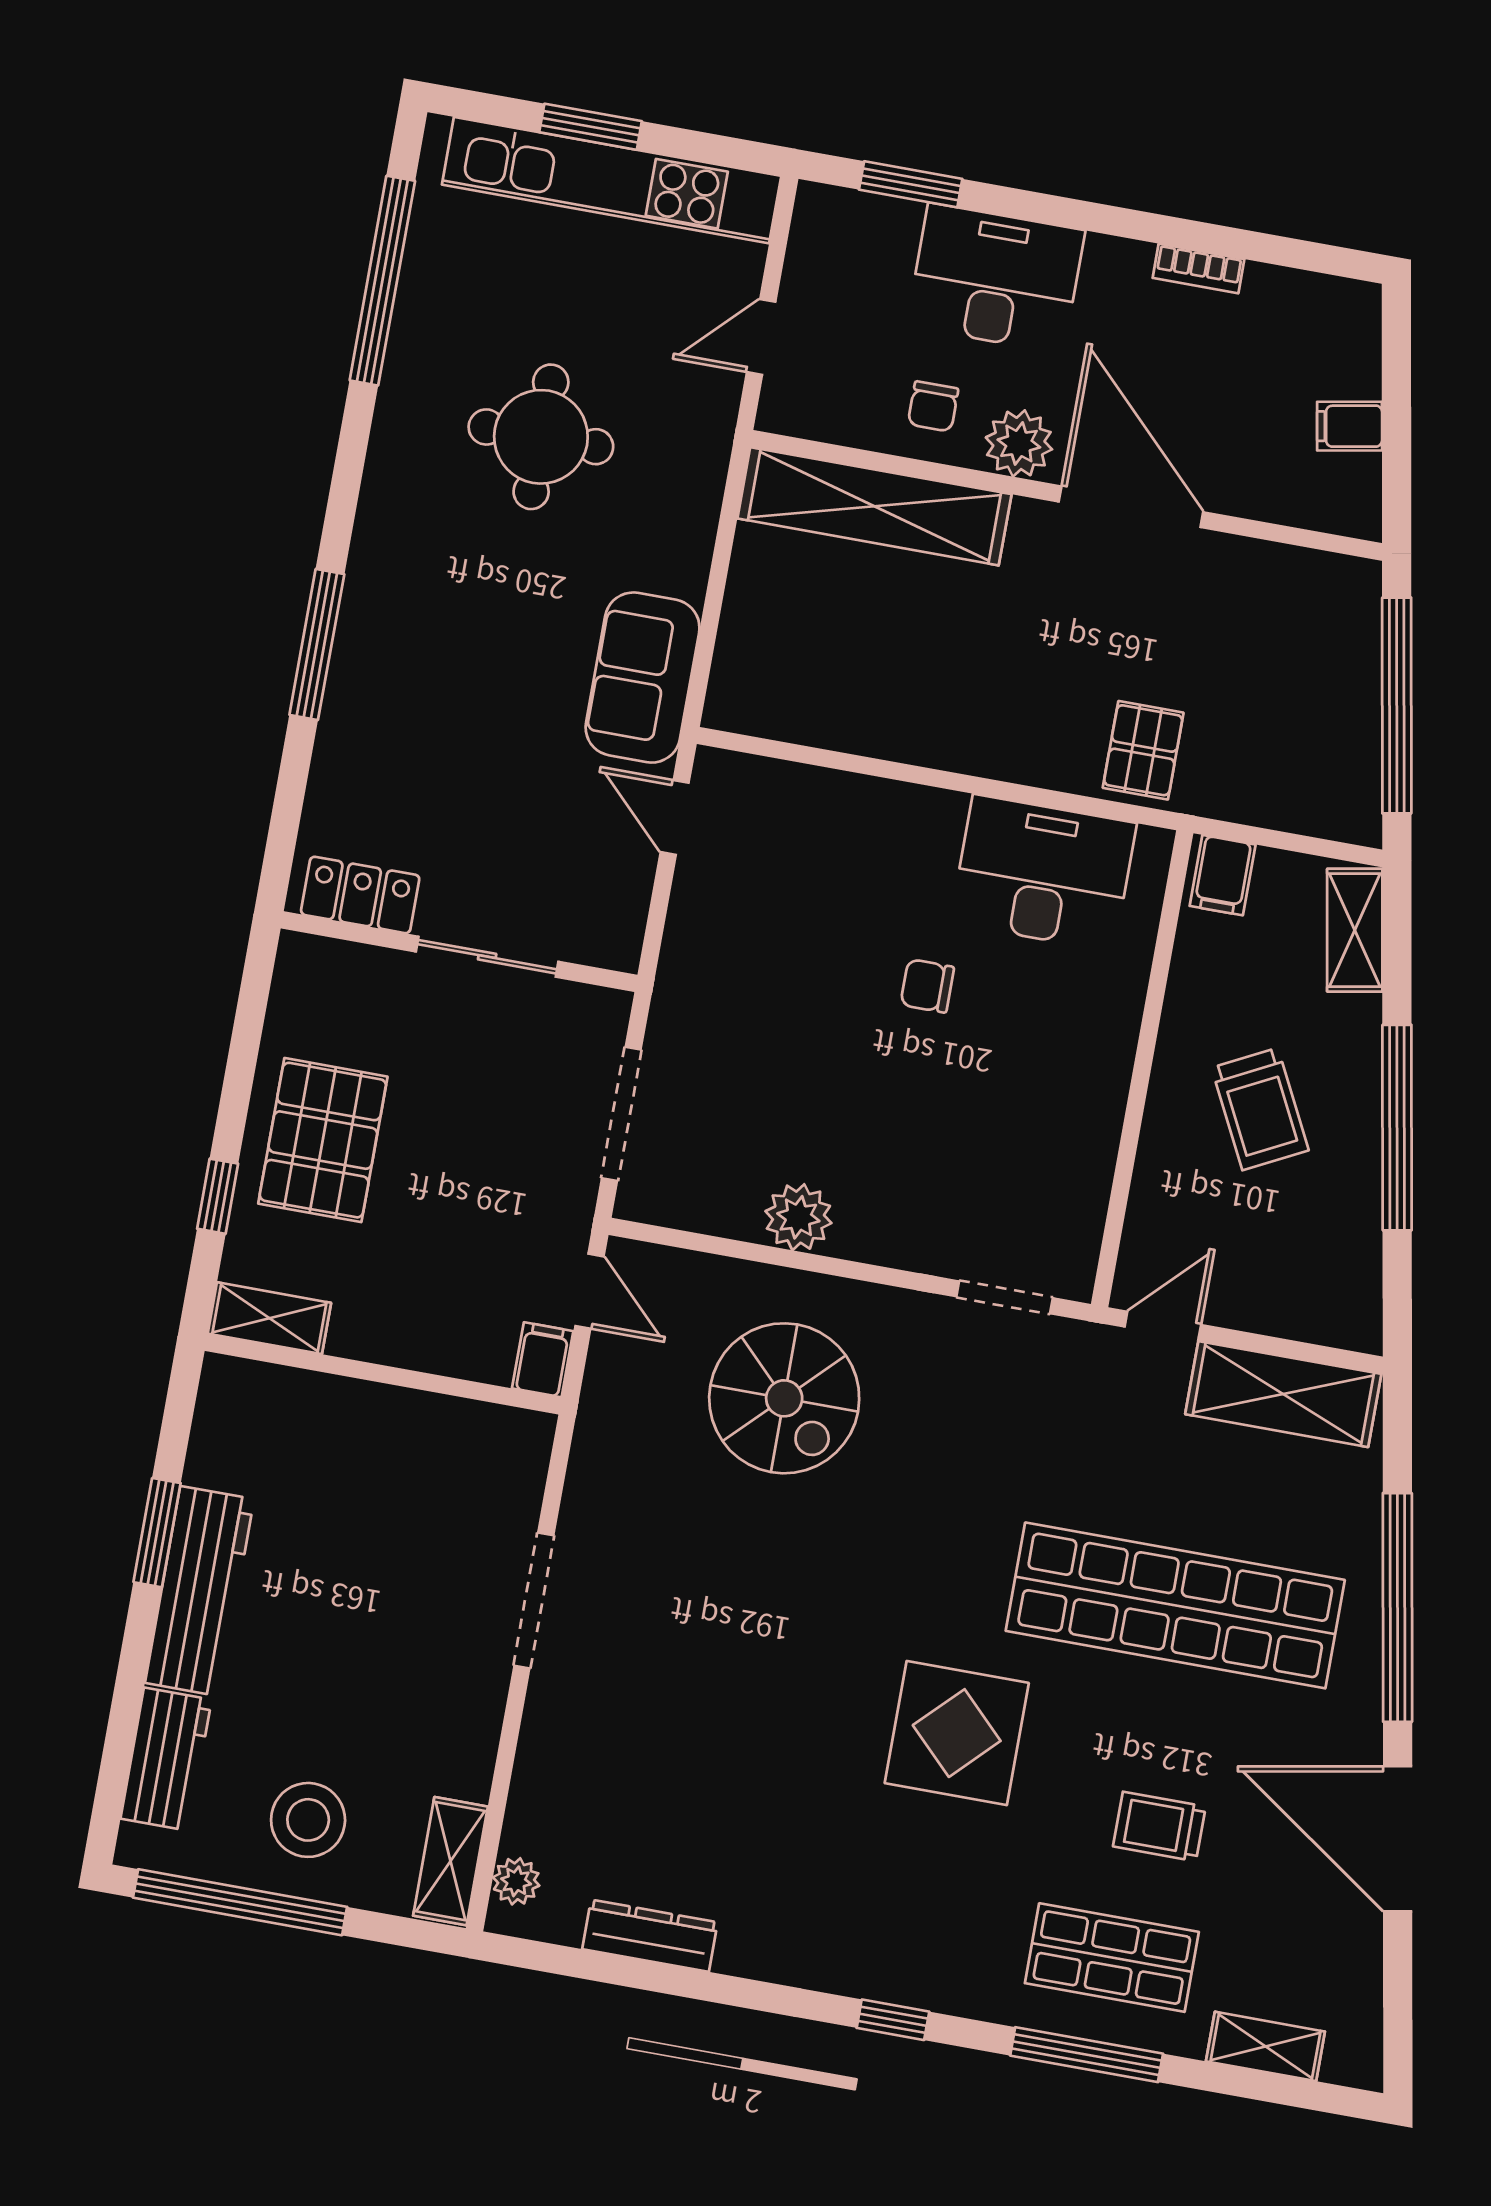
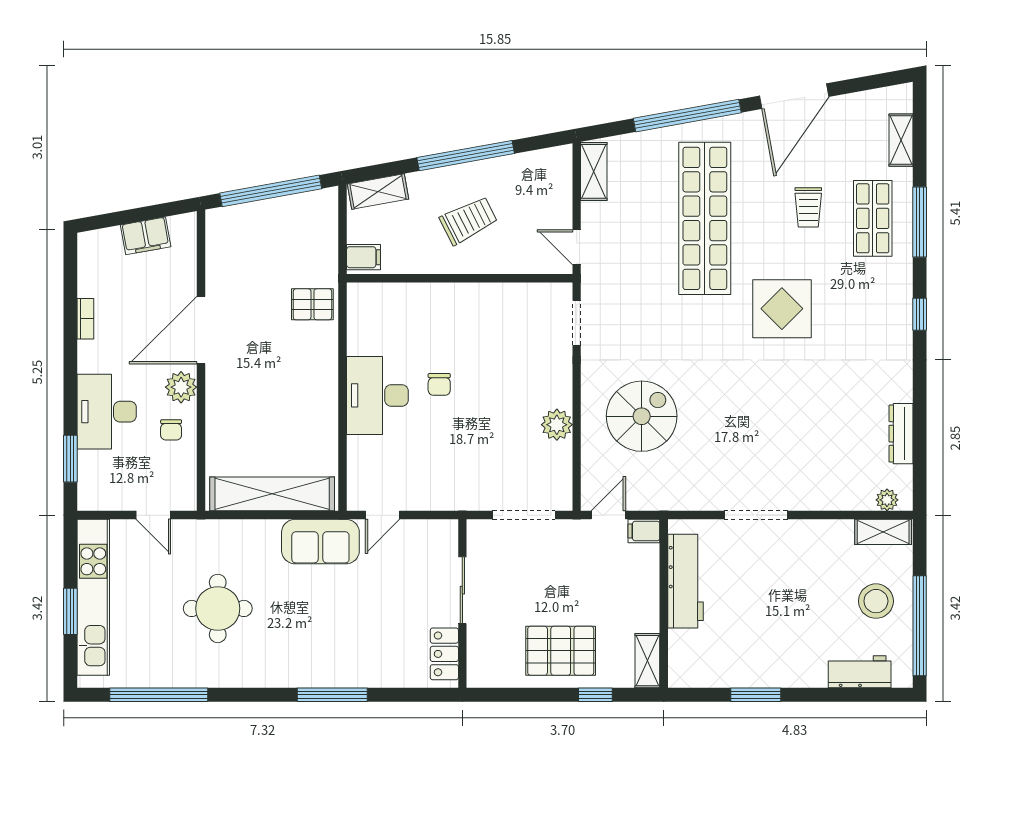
chair: (933, 406) -> (171, 430), turned 90
filing cabinet: (1350, 426) -> (146, 236), width x2.00
shelving: (874, 506) -> (272, 494), moved, turned 90
desk: (1043, 873) -> (377, 395), moved
shelving: (1283, 1394) -> (594, 171), width x0.67, depth x0.75
workbench: (200, 1591) -> (686, 581), moved, turned 90

